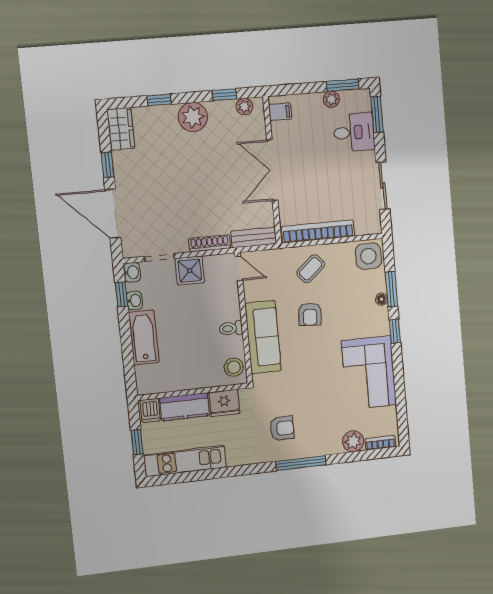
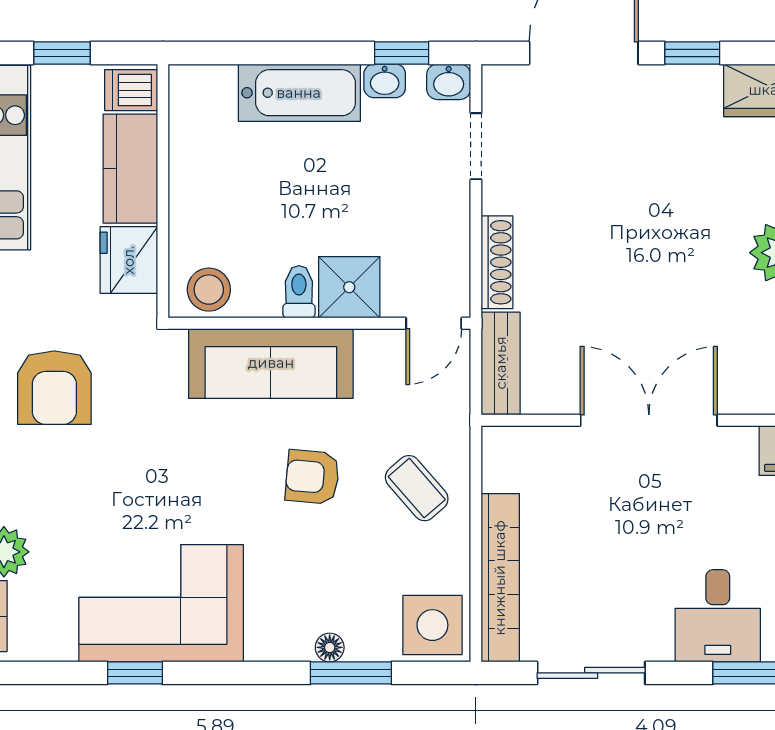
bookcase: (318, 231) -> (500, 578), moved
shower: (190, 271) -> (349, 287), moved
window: (395, 331) -> (135, 673), moved
armchair: (282, 428) -> (54, 388), width x1.38, depth x1.38

